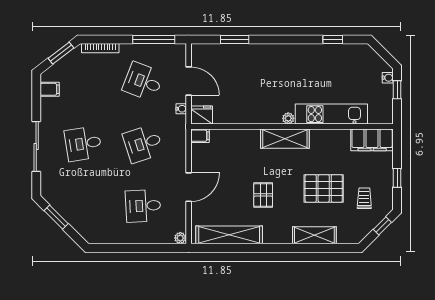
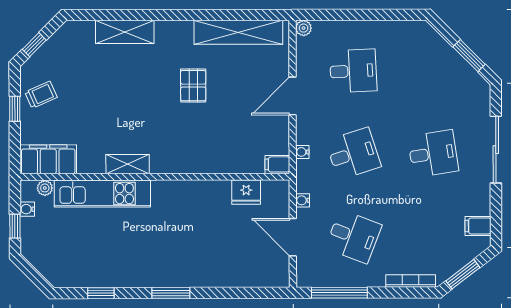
window: (235, 39) -> (171, 293), moved
water cooler: (388, 78) -> (27, 209), moved
fridge: (202, 115) -> (246, 192), moved
plant: (288, 118) -> (45, 188), moved
shelving: (285, 139) -> (128, 164), moved, width x0.67, depth x0.75
water cooler: (181, 145) -> (302, 152), added
pallet: (324, 188) -> (112, 94), removed
trolley: (364, 198) -> (41, 95), moved, turned -114

